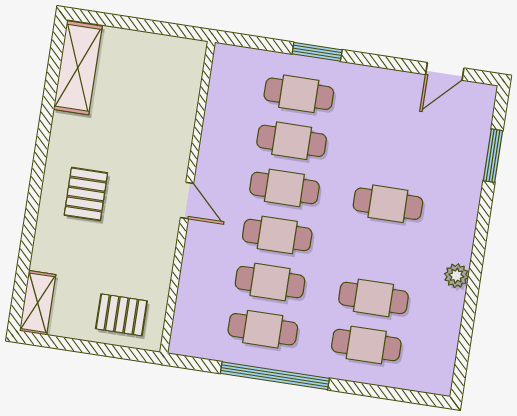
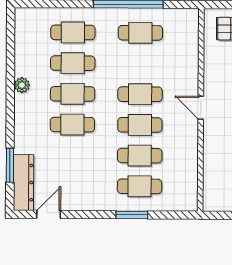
dresser: (476, 126) -> (24, 183), added
cafe table: (270, 282) -> (73, 94), moved

